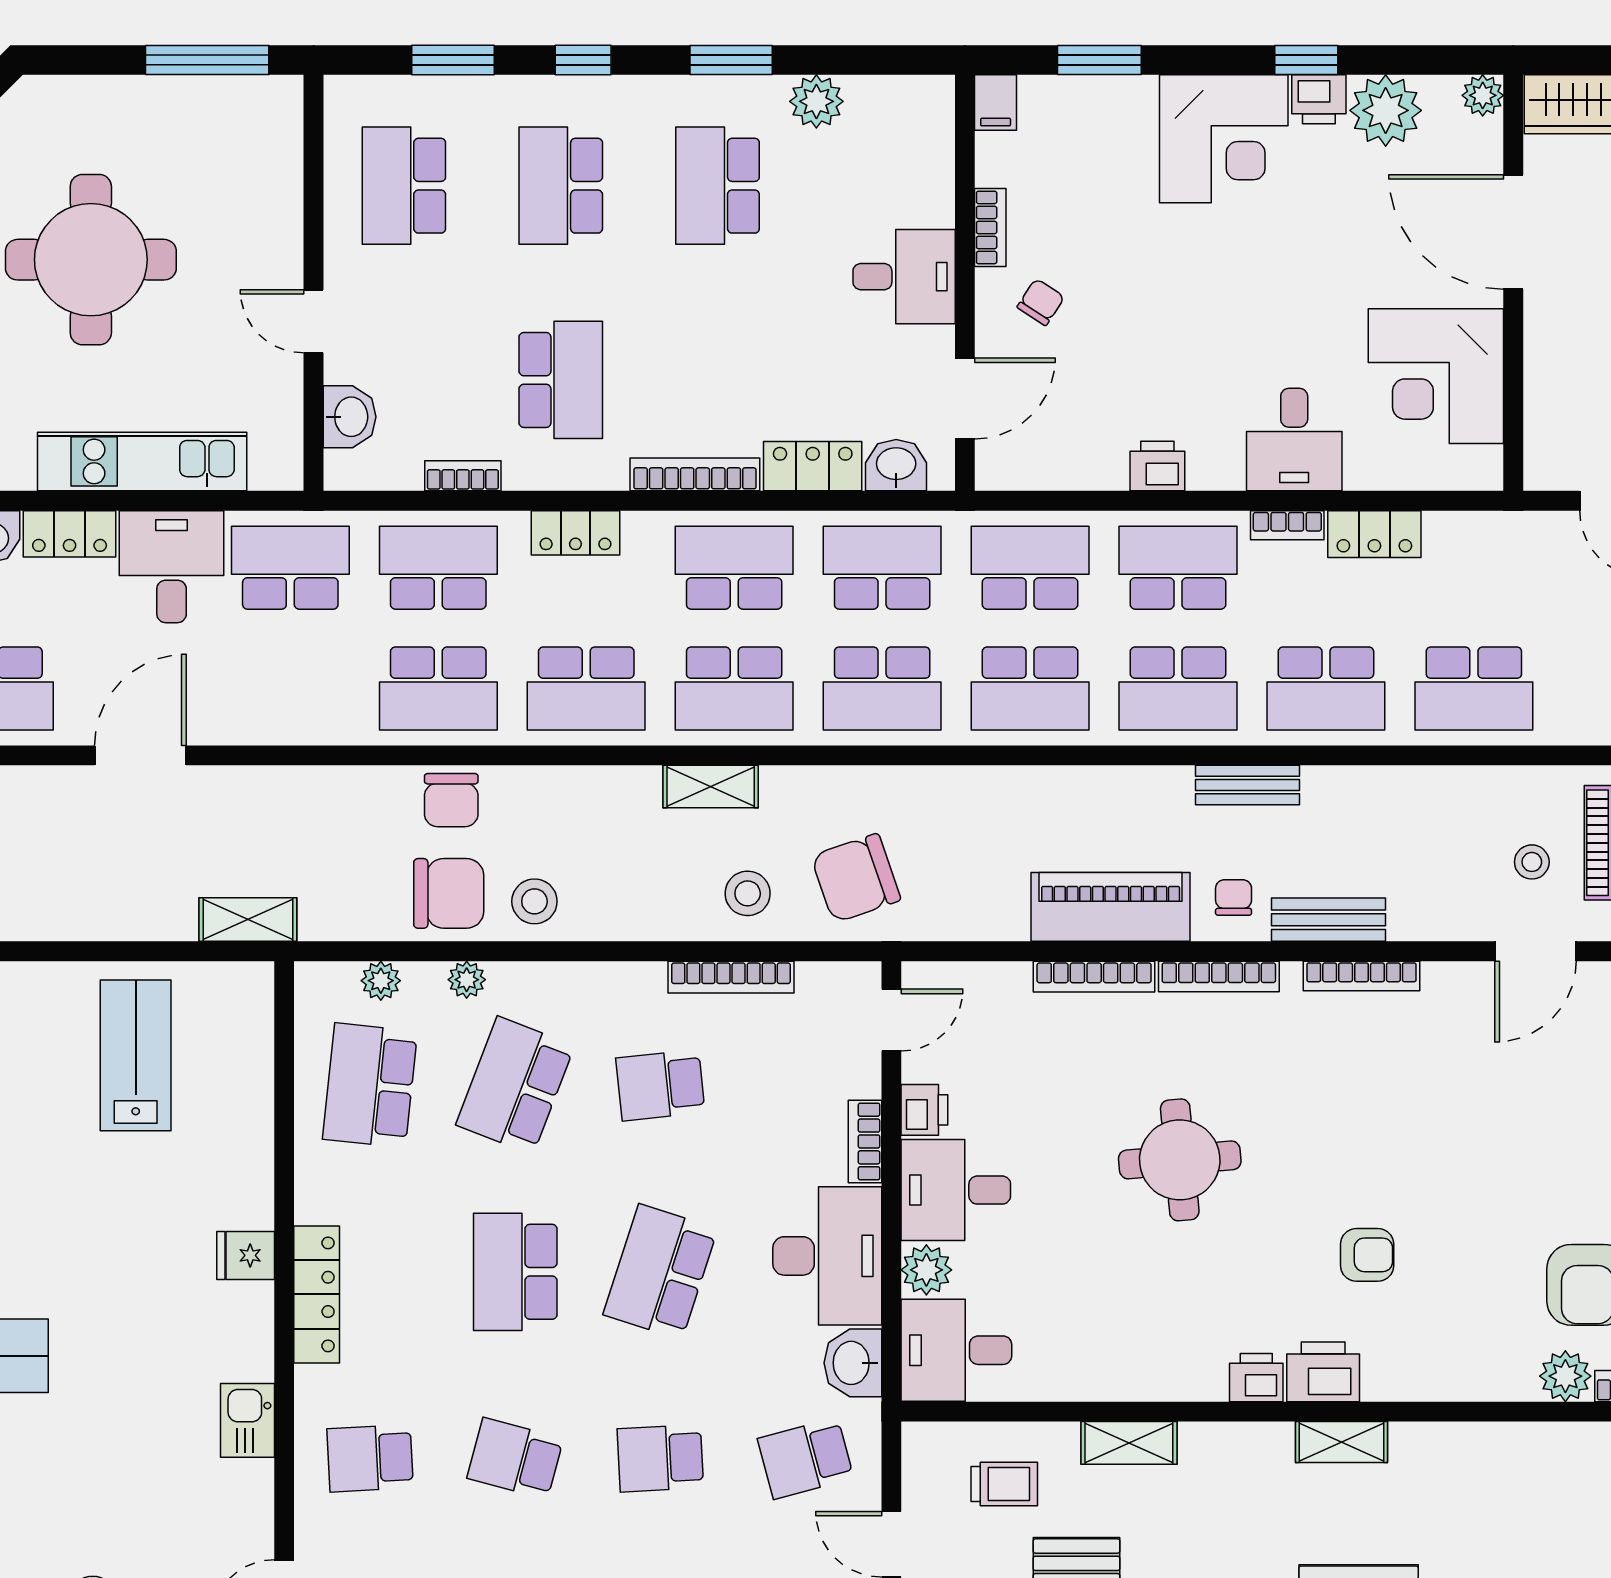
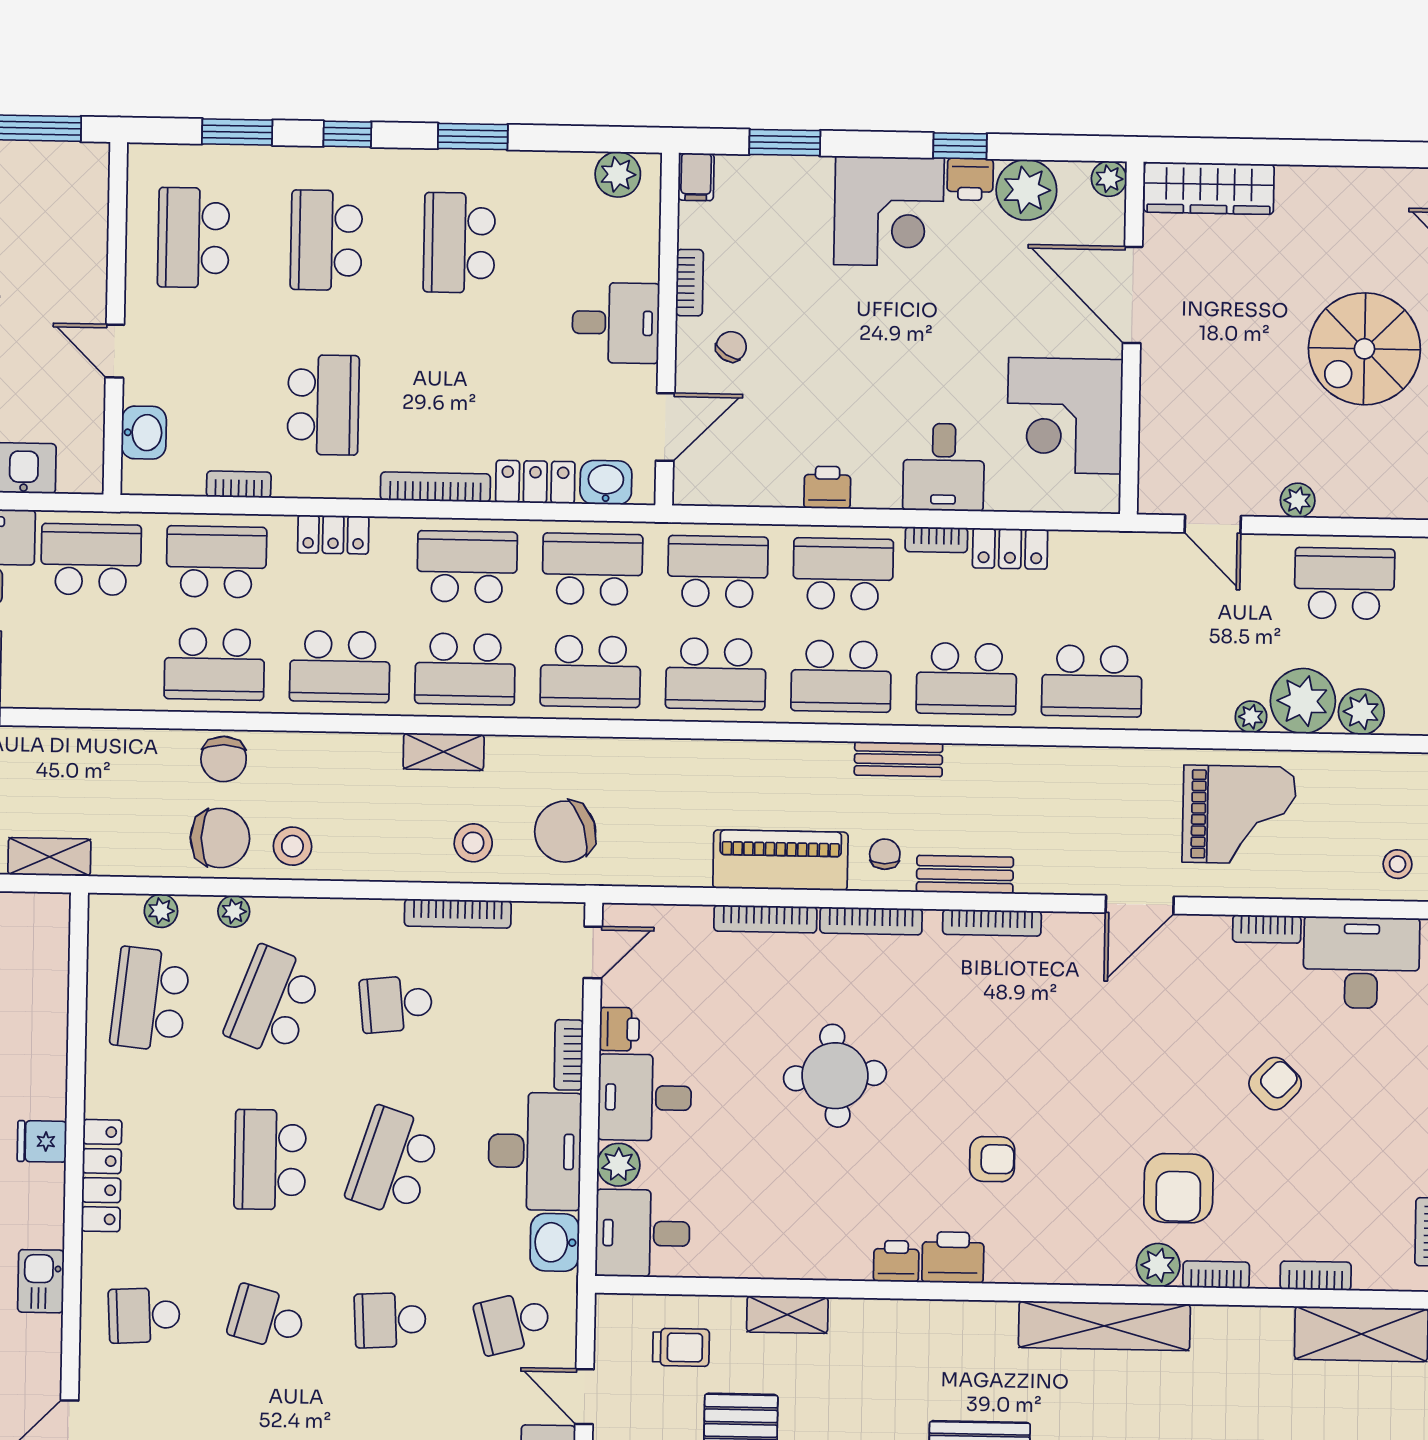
plant: (816, 101) -> (618, 174), moved
stool: (1532, 862) -> (1138, 829), removed
shelving: (1341, 1442) -> (1104, 1326), moved, width x2.20, depth x1.33

